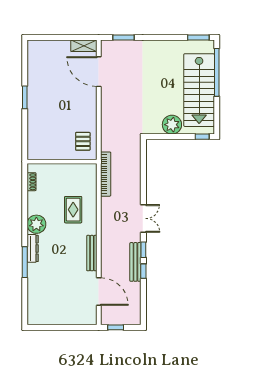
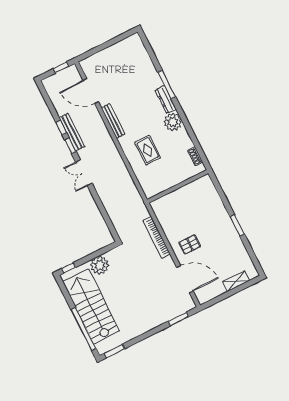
shelving: (84, 46) -> (236, 281), moved
pallet: (83, 141) -> (190, 244), moved, turned 90
bookcase: (106, 174) -> (157, 237), moved

